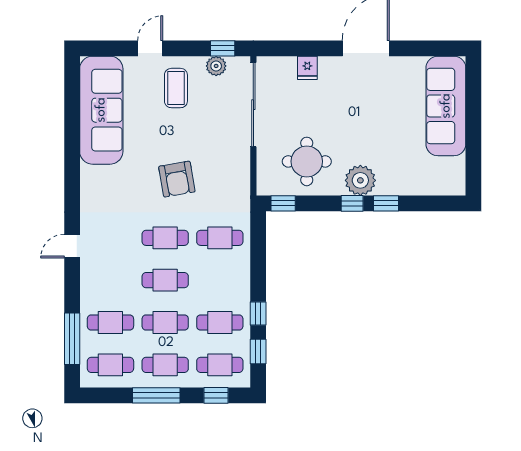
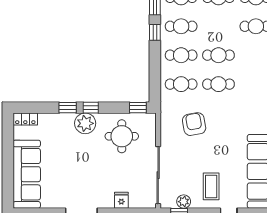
armchair: (177, 179) -> (194, 124), moved
locker: (448, 187) -> (25, 119), added
cafe table: (165, 323) -> (181, 55), moved

